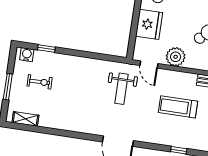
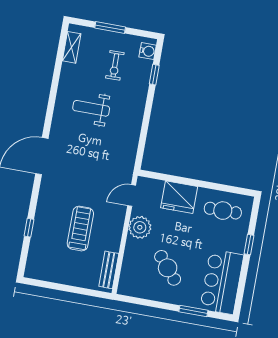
weight bench: (121, 89) -> (91, 108), moved

